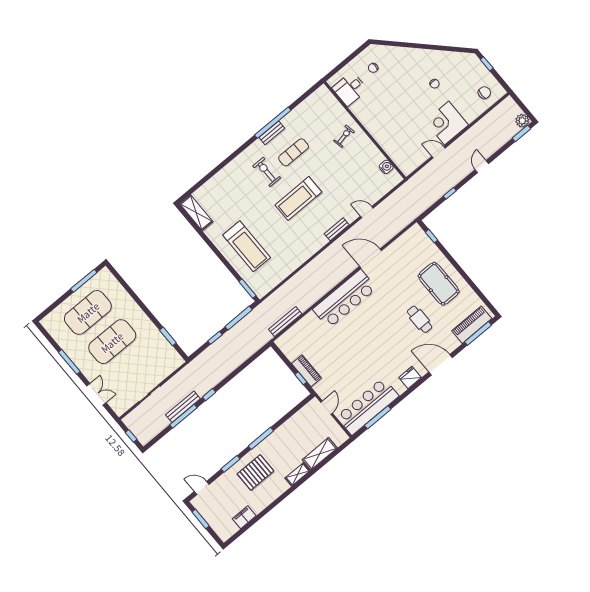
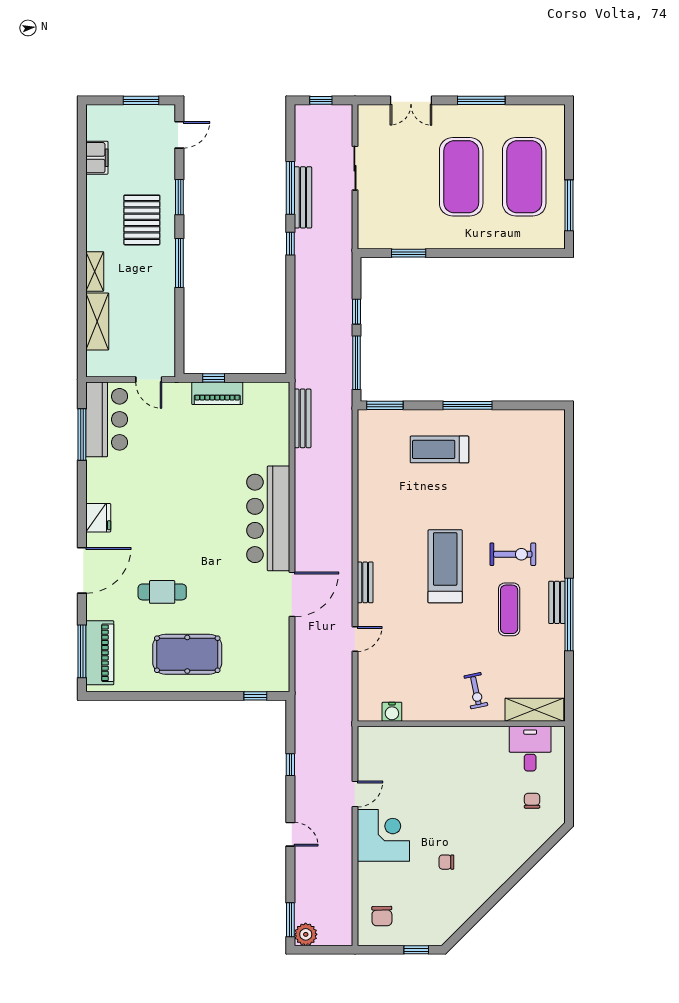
shelving: (196, 213) -> (534, 710), moved
treadmill: (247, 246) -> (439, 449), width x0.73, depth x0.73
window: (215, 250) -> (468, 405), added
bar counter: (368, 406) -> (107, 419), width x0.73

